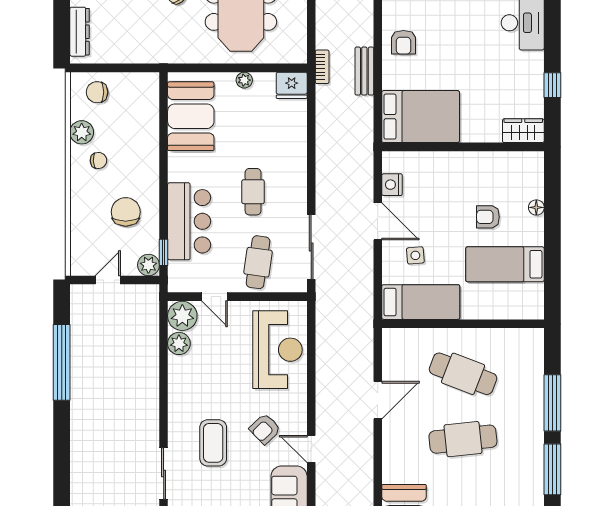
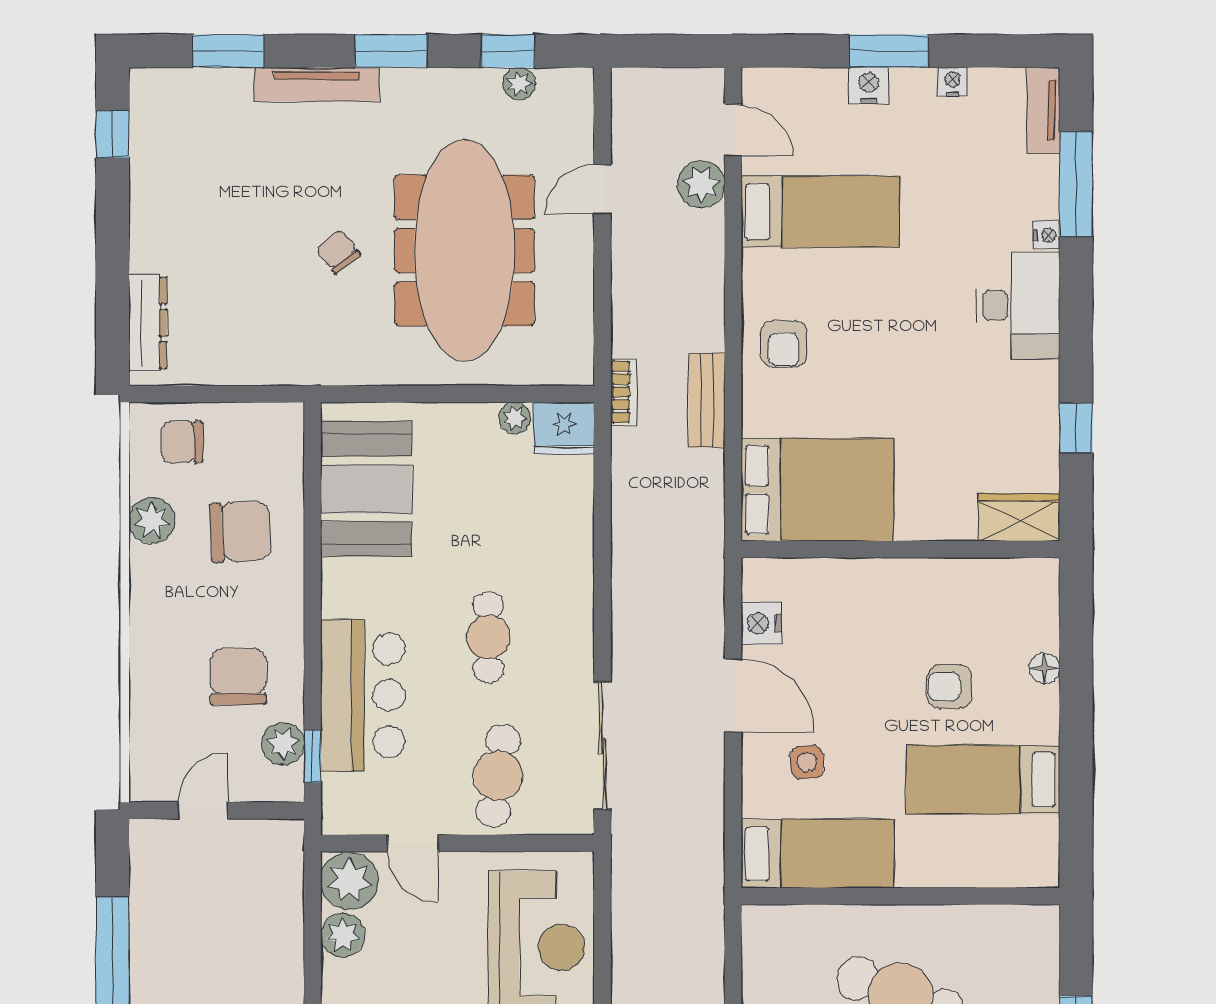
plant: (244, 80) -> (515, 418), moved
chair: (98, 161) -> (240, 532), moved, width x1.87, depth x1.87
plant: (148, 265) -> (283, 744), moved

